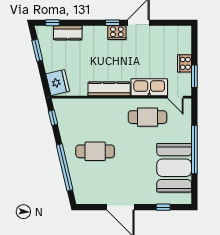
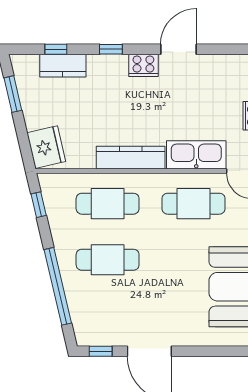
window: (52, 23) -> (56, 49), moved
window: (113, 23) -> (111, 49), moved
cafe table: (95, 117) -> (108, 204), added
window: (163, 207) -> (101, 351), moved

